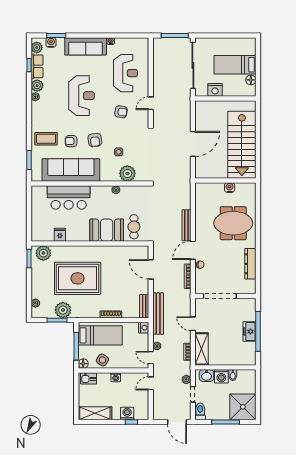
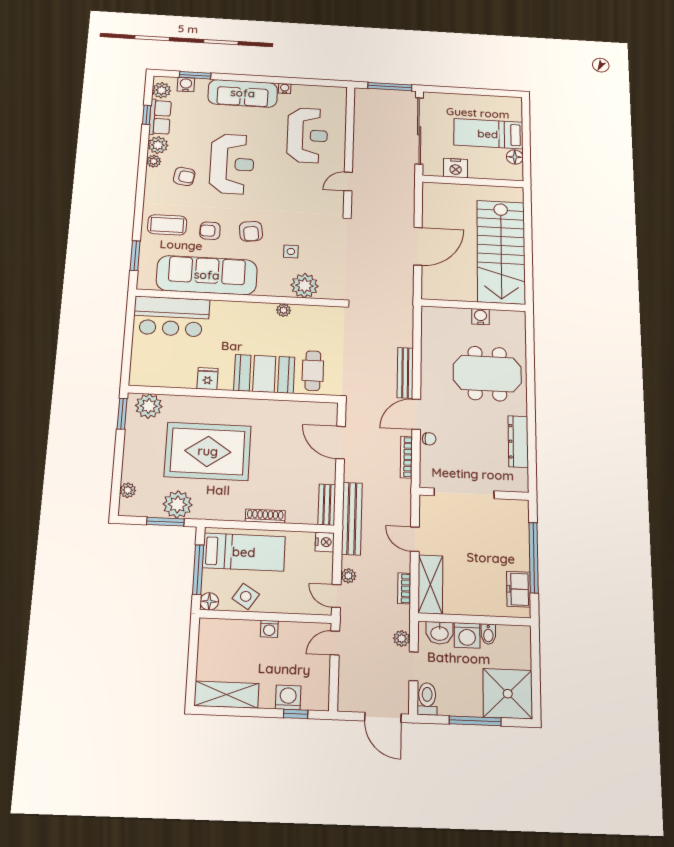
armchair: (121, 112) -> (184, 176), moved
bar counter: (69, 197) -> (171, 317), moved
fridge: (60, 235) -> (207, 379), moved
freezer: (249, 332) -> (519, 589), moved
kitchen sink: (89, 378) -> (218, 629), removed

